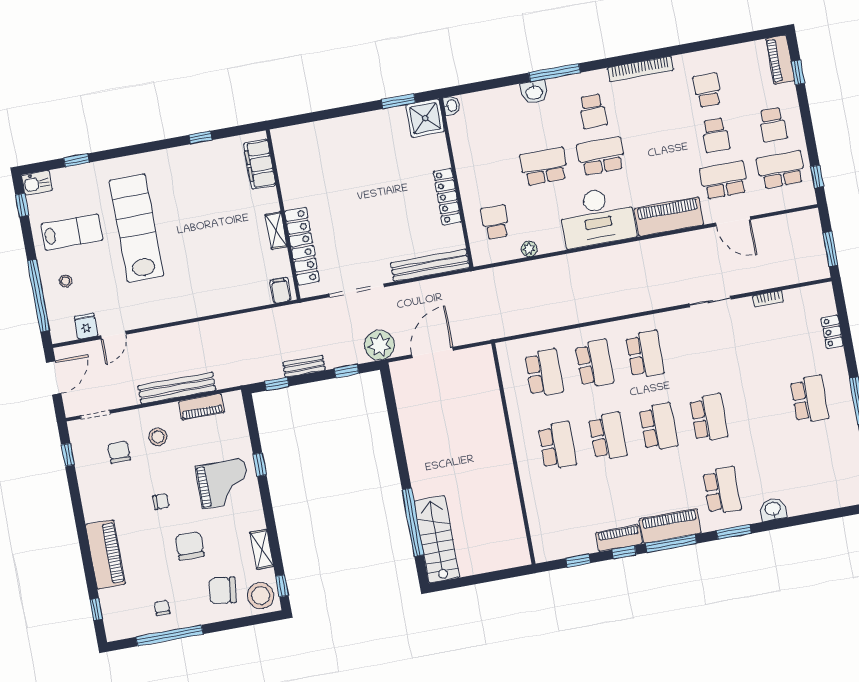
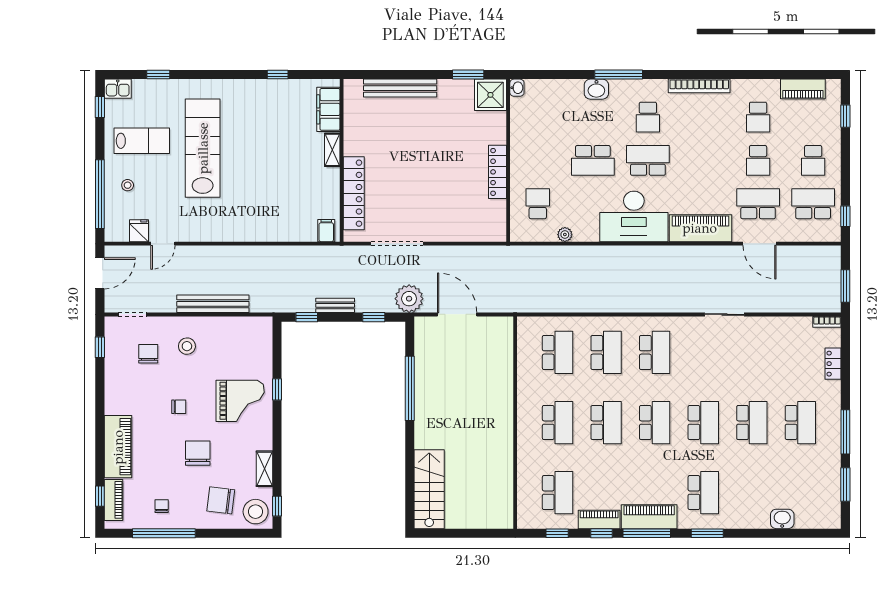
piano: (780, 60) -> (803, 89), moved, turned -90
school desk: (707, 90) -> (758, 117), turned 180
school desk: (544, 167) -> (593, 160), turned 180
shelving: (276, 231) -> (332, 150), moved
bench: (430, 265) -> (400, 88), moved
bookcase: (768, 299) -> (827, 322), moved
door: (432, 352) -> (457, 314), hinge flipped
piano: (201, 407) -> (114, 500), moved, turned -90
school desk: (759, 409) -> (752, 423), added
washbasin: (773, 509) -> (782, 519), moved
school desk: (571, 518) -> (558, 493), added
window: (413, 522) -> (410, 388), moved

